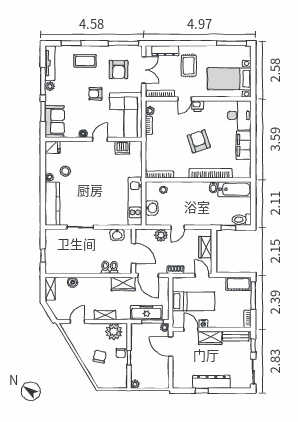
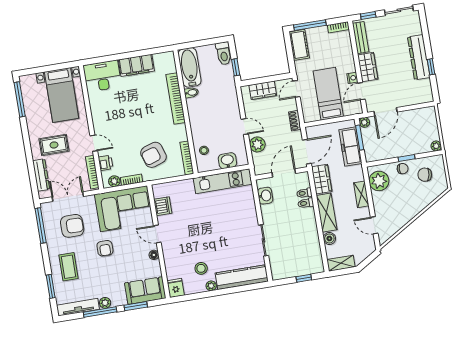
printer: (197, 106) -> (106, 163), moved
armchair: (199, 141) -> (154, 155), moved
shelving: (95, 283) -> (327, 213), added
chair: (100, 357) -> (425, 175), moved

